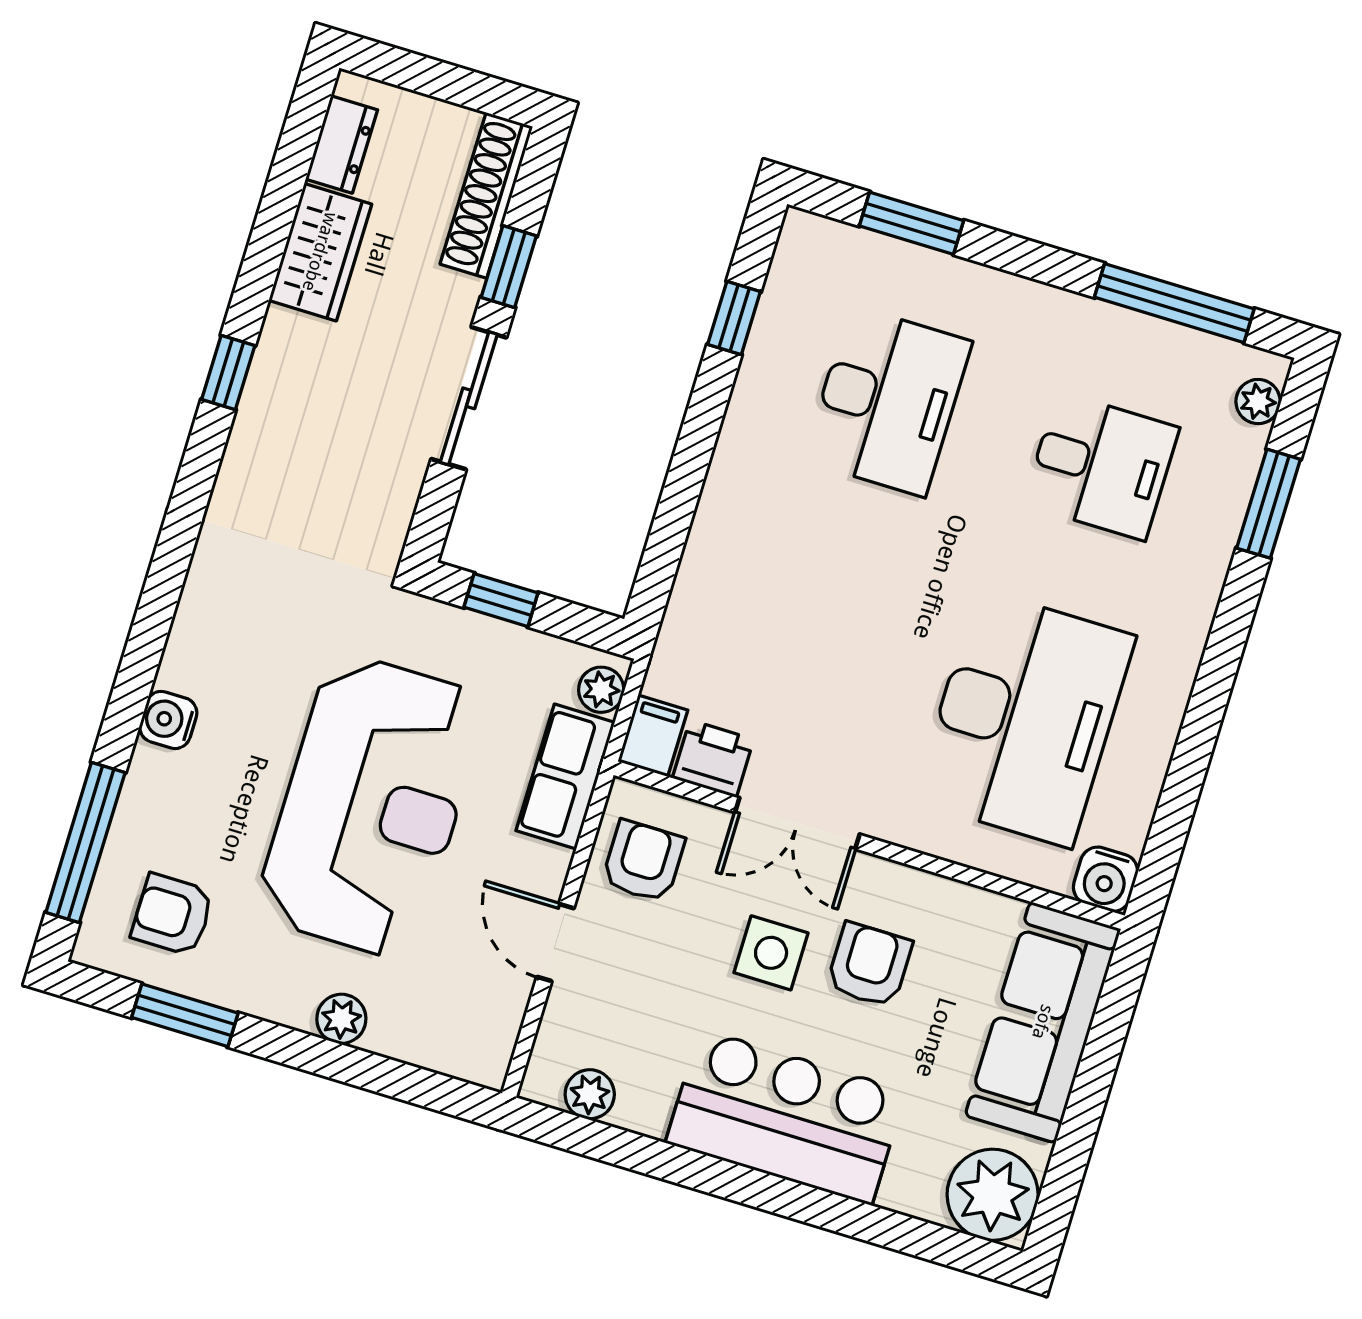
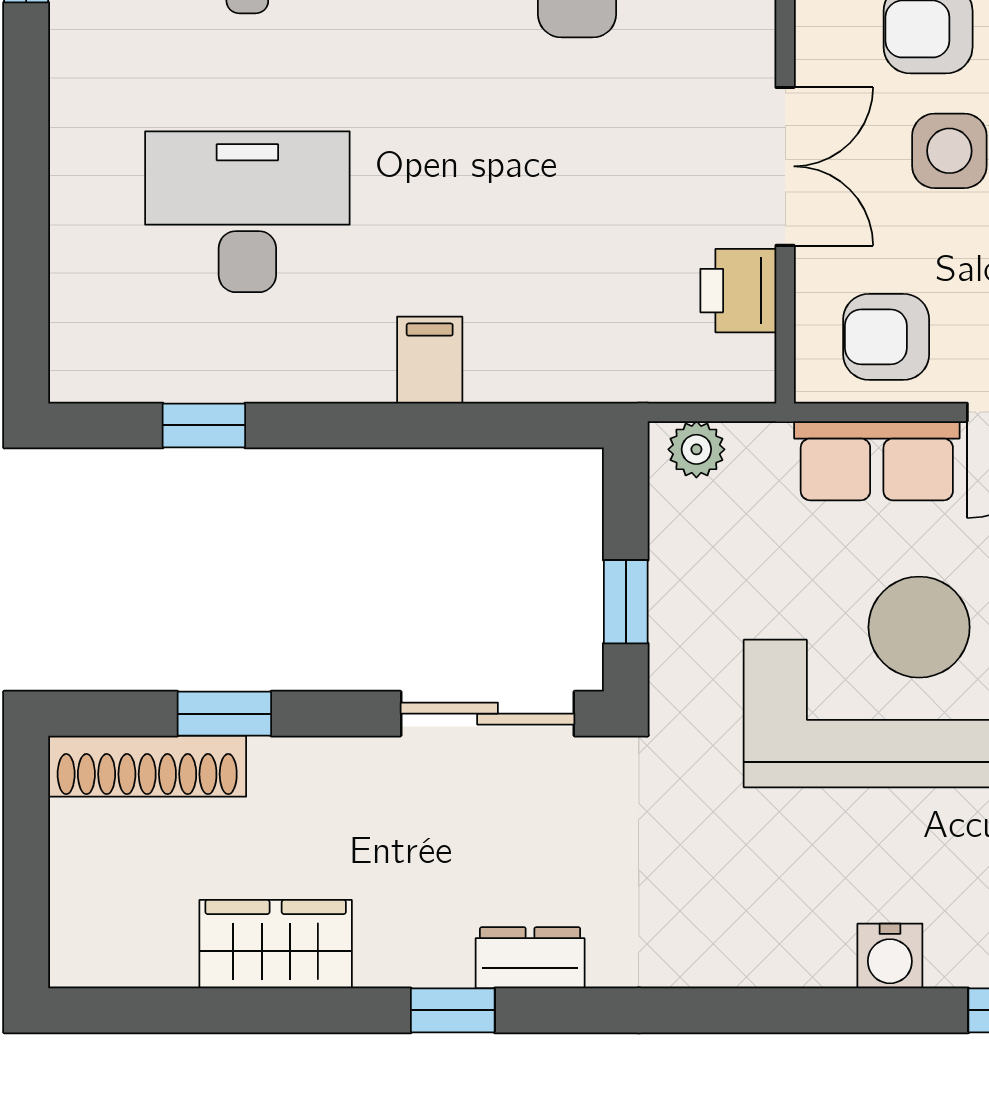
dresser: (342, 144) -> (530, 958), moved
window: (912, 223) -> (26, 248), removed
sliding door: (469, 398) -> (487, 714), moved
filing cabinet: (653, 736) -> (430, 360), moved, turned 90
row of seats: (565, 777) -> (877, 461), moved

